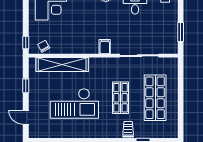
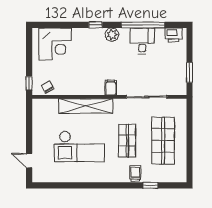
shelving: (62, 64) -> (86, 106), moved
window: (26, 86) -> (29, 128), removed

